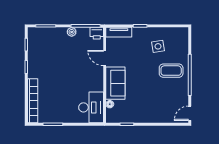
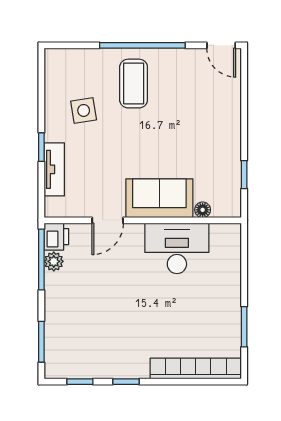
plant: (72, 32) -> (54, 261), moved
tv unit: (119, 32) -> (54, 169), moved
desk: (91, 107) -> (177, 248), moved

